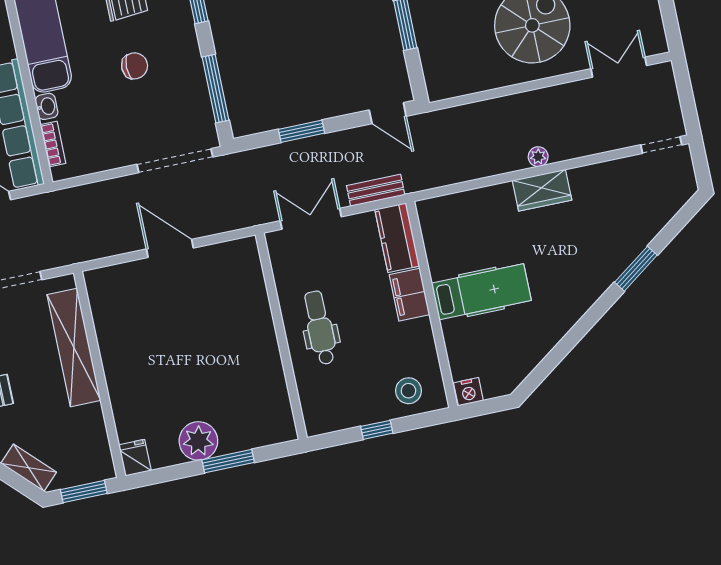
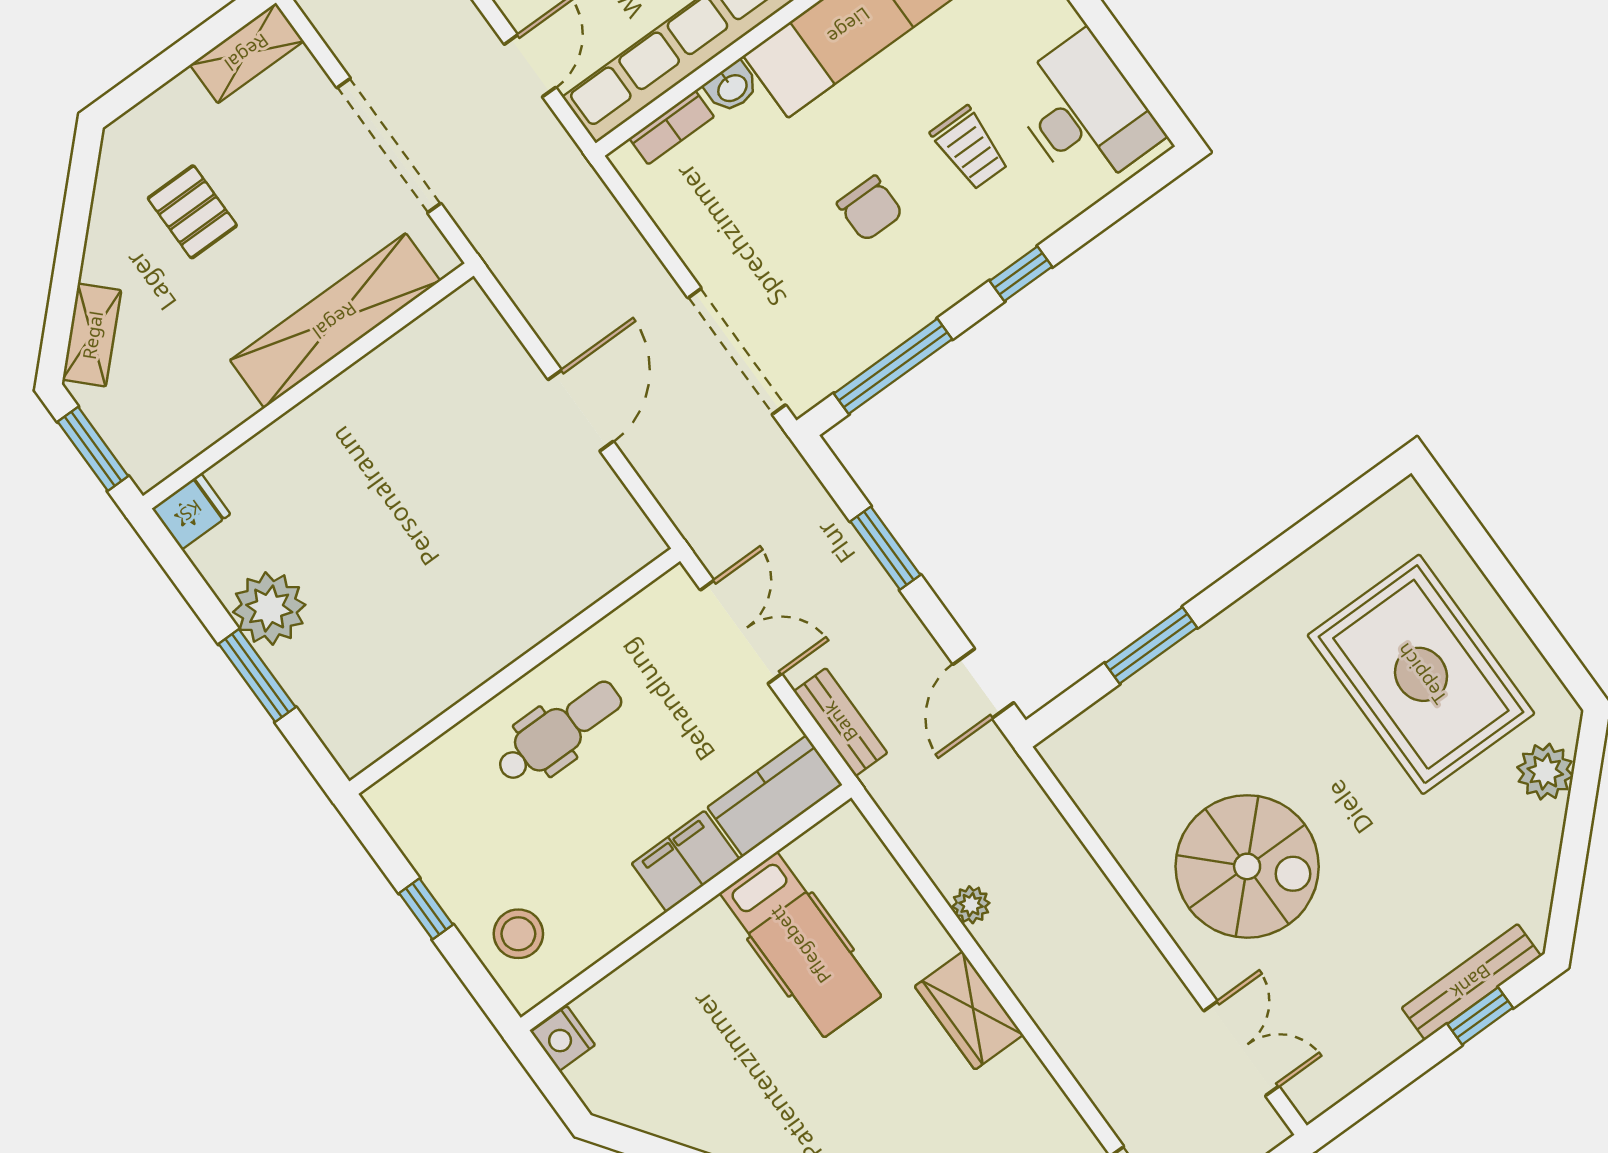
plant: (538, 157) -> (971, 905), moved
hospital bed: (481, 292) -> (800, 945), moved

